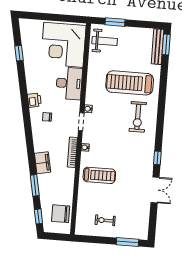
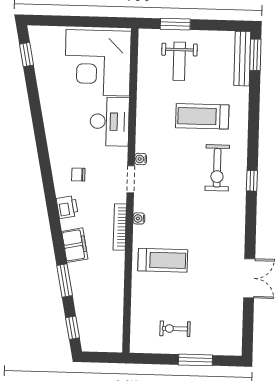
weight bench: (105, 41) -> (179, 61), moved, turned 90
window: (19, 53) -> (26, 55), moved
treadmill: (130, 83) -> (202, 116), width x0.73, depth x0.73
printer: (34, 100) -> (67, 207), moved
window: (157, 158) -> (252, 181), moved
chair: (61, 214) -> (106, 322), removed
window: (128, 242) -> (195, 360), moved

